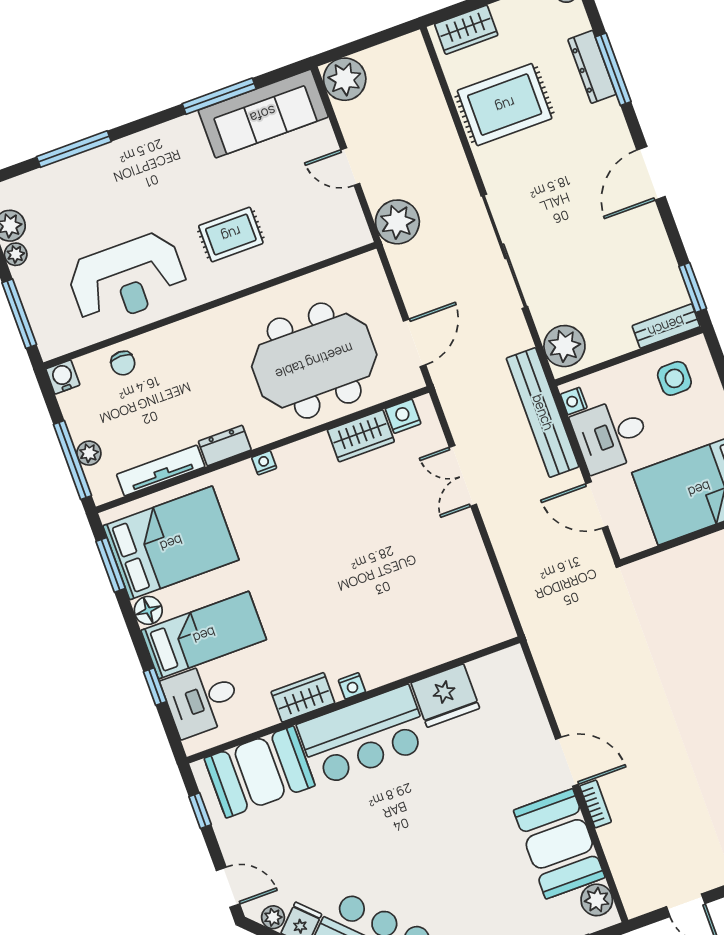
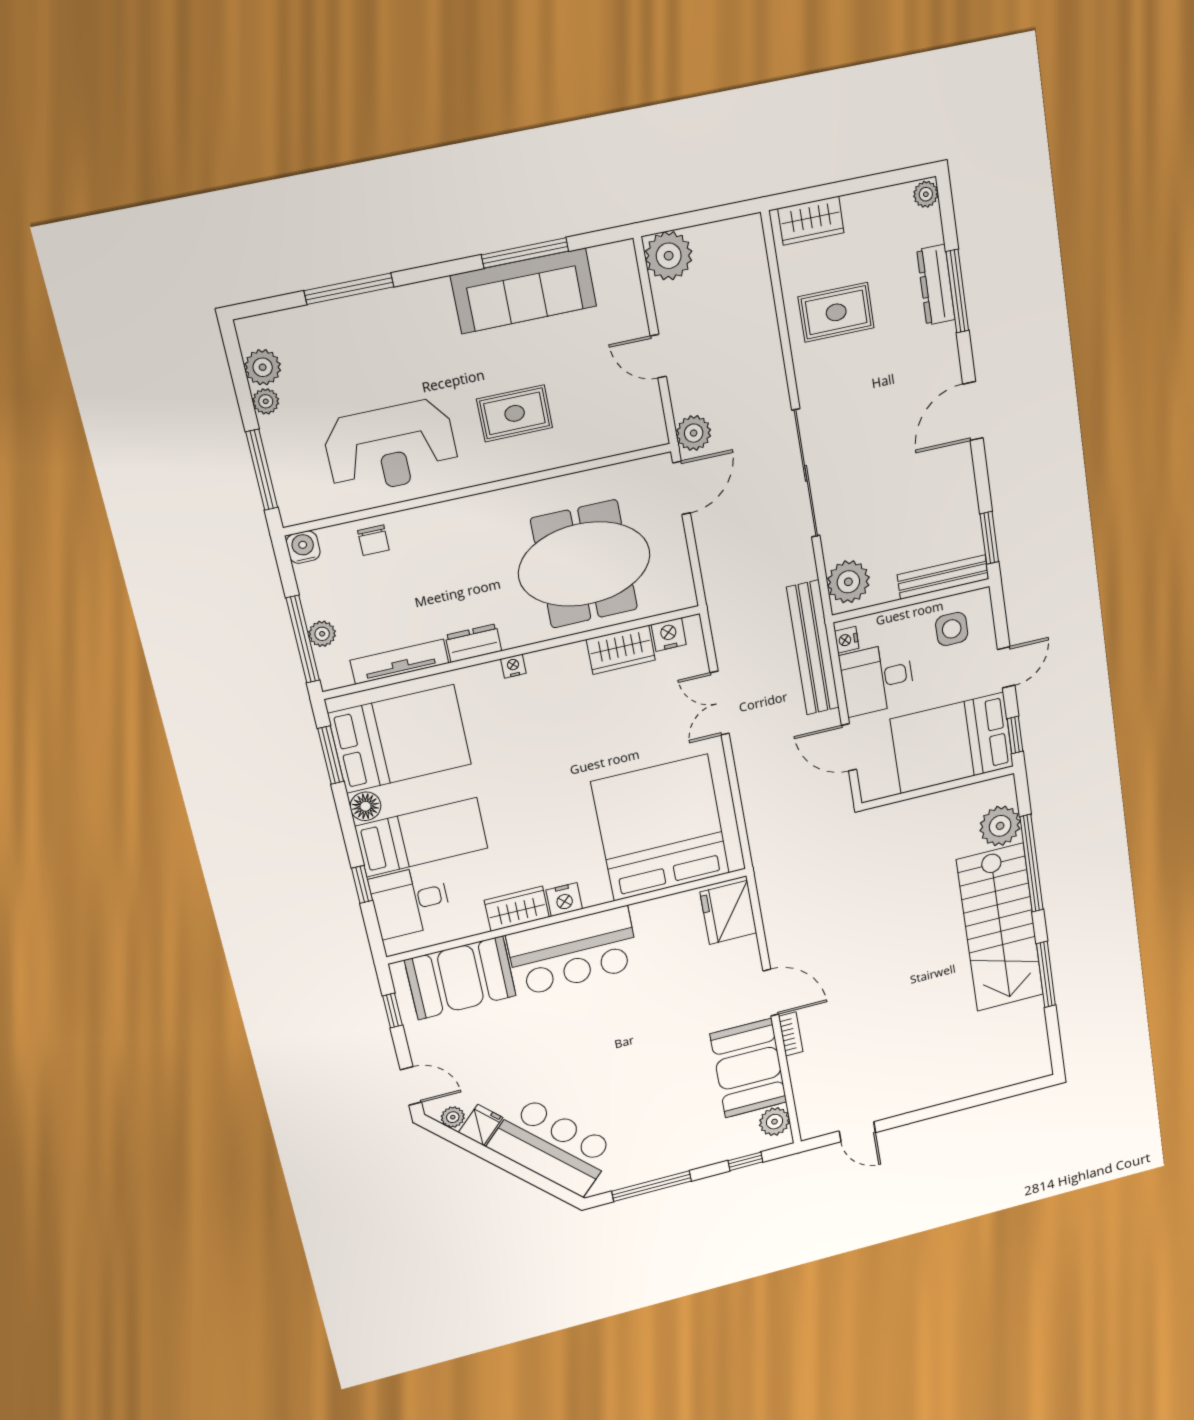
rug: (505, 105) -> (836, 312), width x0.73, depth x0.70
sofa: (263, 114) -> (524, 291), moved
plant: (397, 222) -> (694, 433), width x0.73, depth x0.73
bench: (666, 326) -> (943, 577), width x1.36
door: (414, 343) -> (682, 488), moved
bed: (428, 604) -> (661, 828), added
nightstand: (352, 686) -> (564, 899), width x1.39, depth x1.35
fridge: (445, 696) -> (728, 912), moved, turned 90

